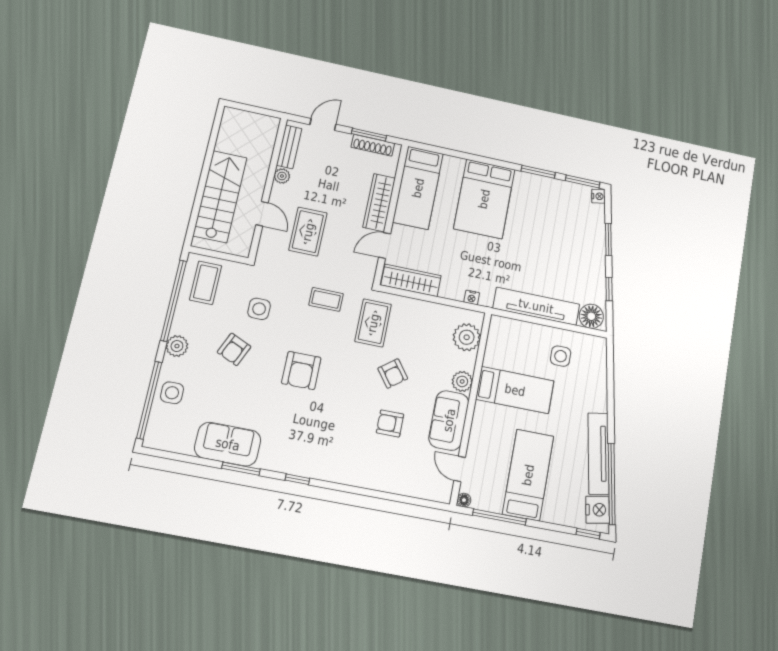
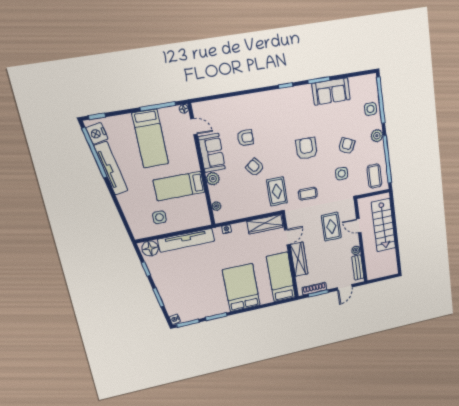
plant: (467, 337) -> (216, 206), width x0.53, depth x0.53

